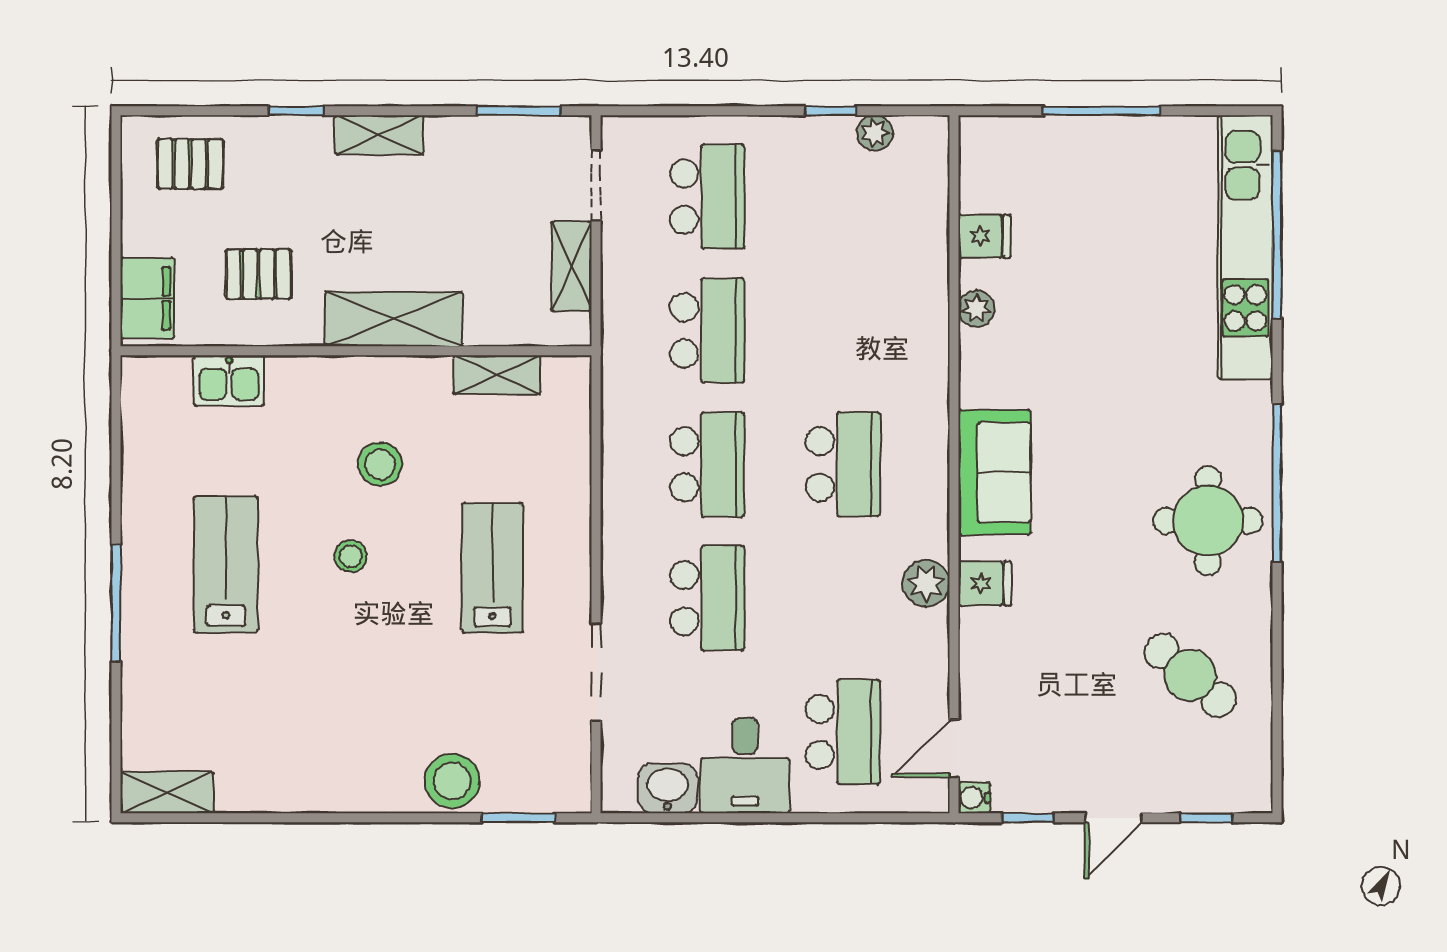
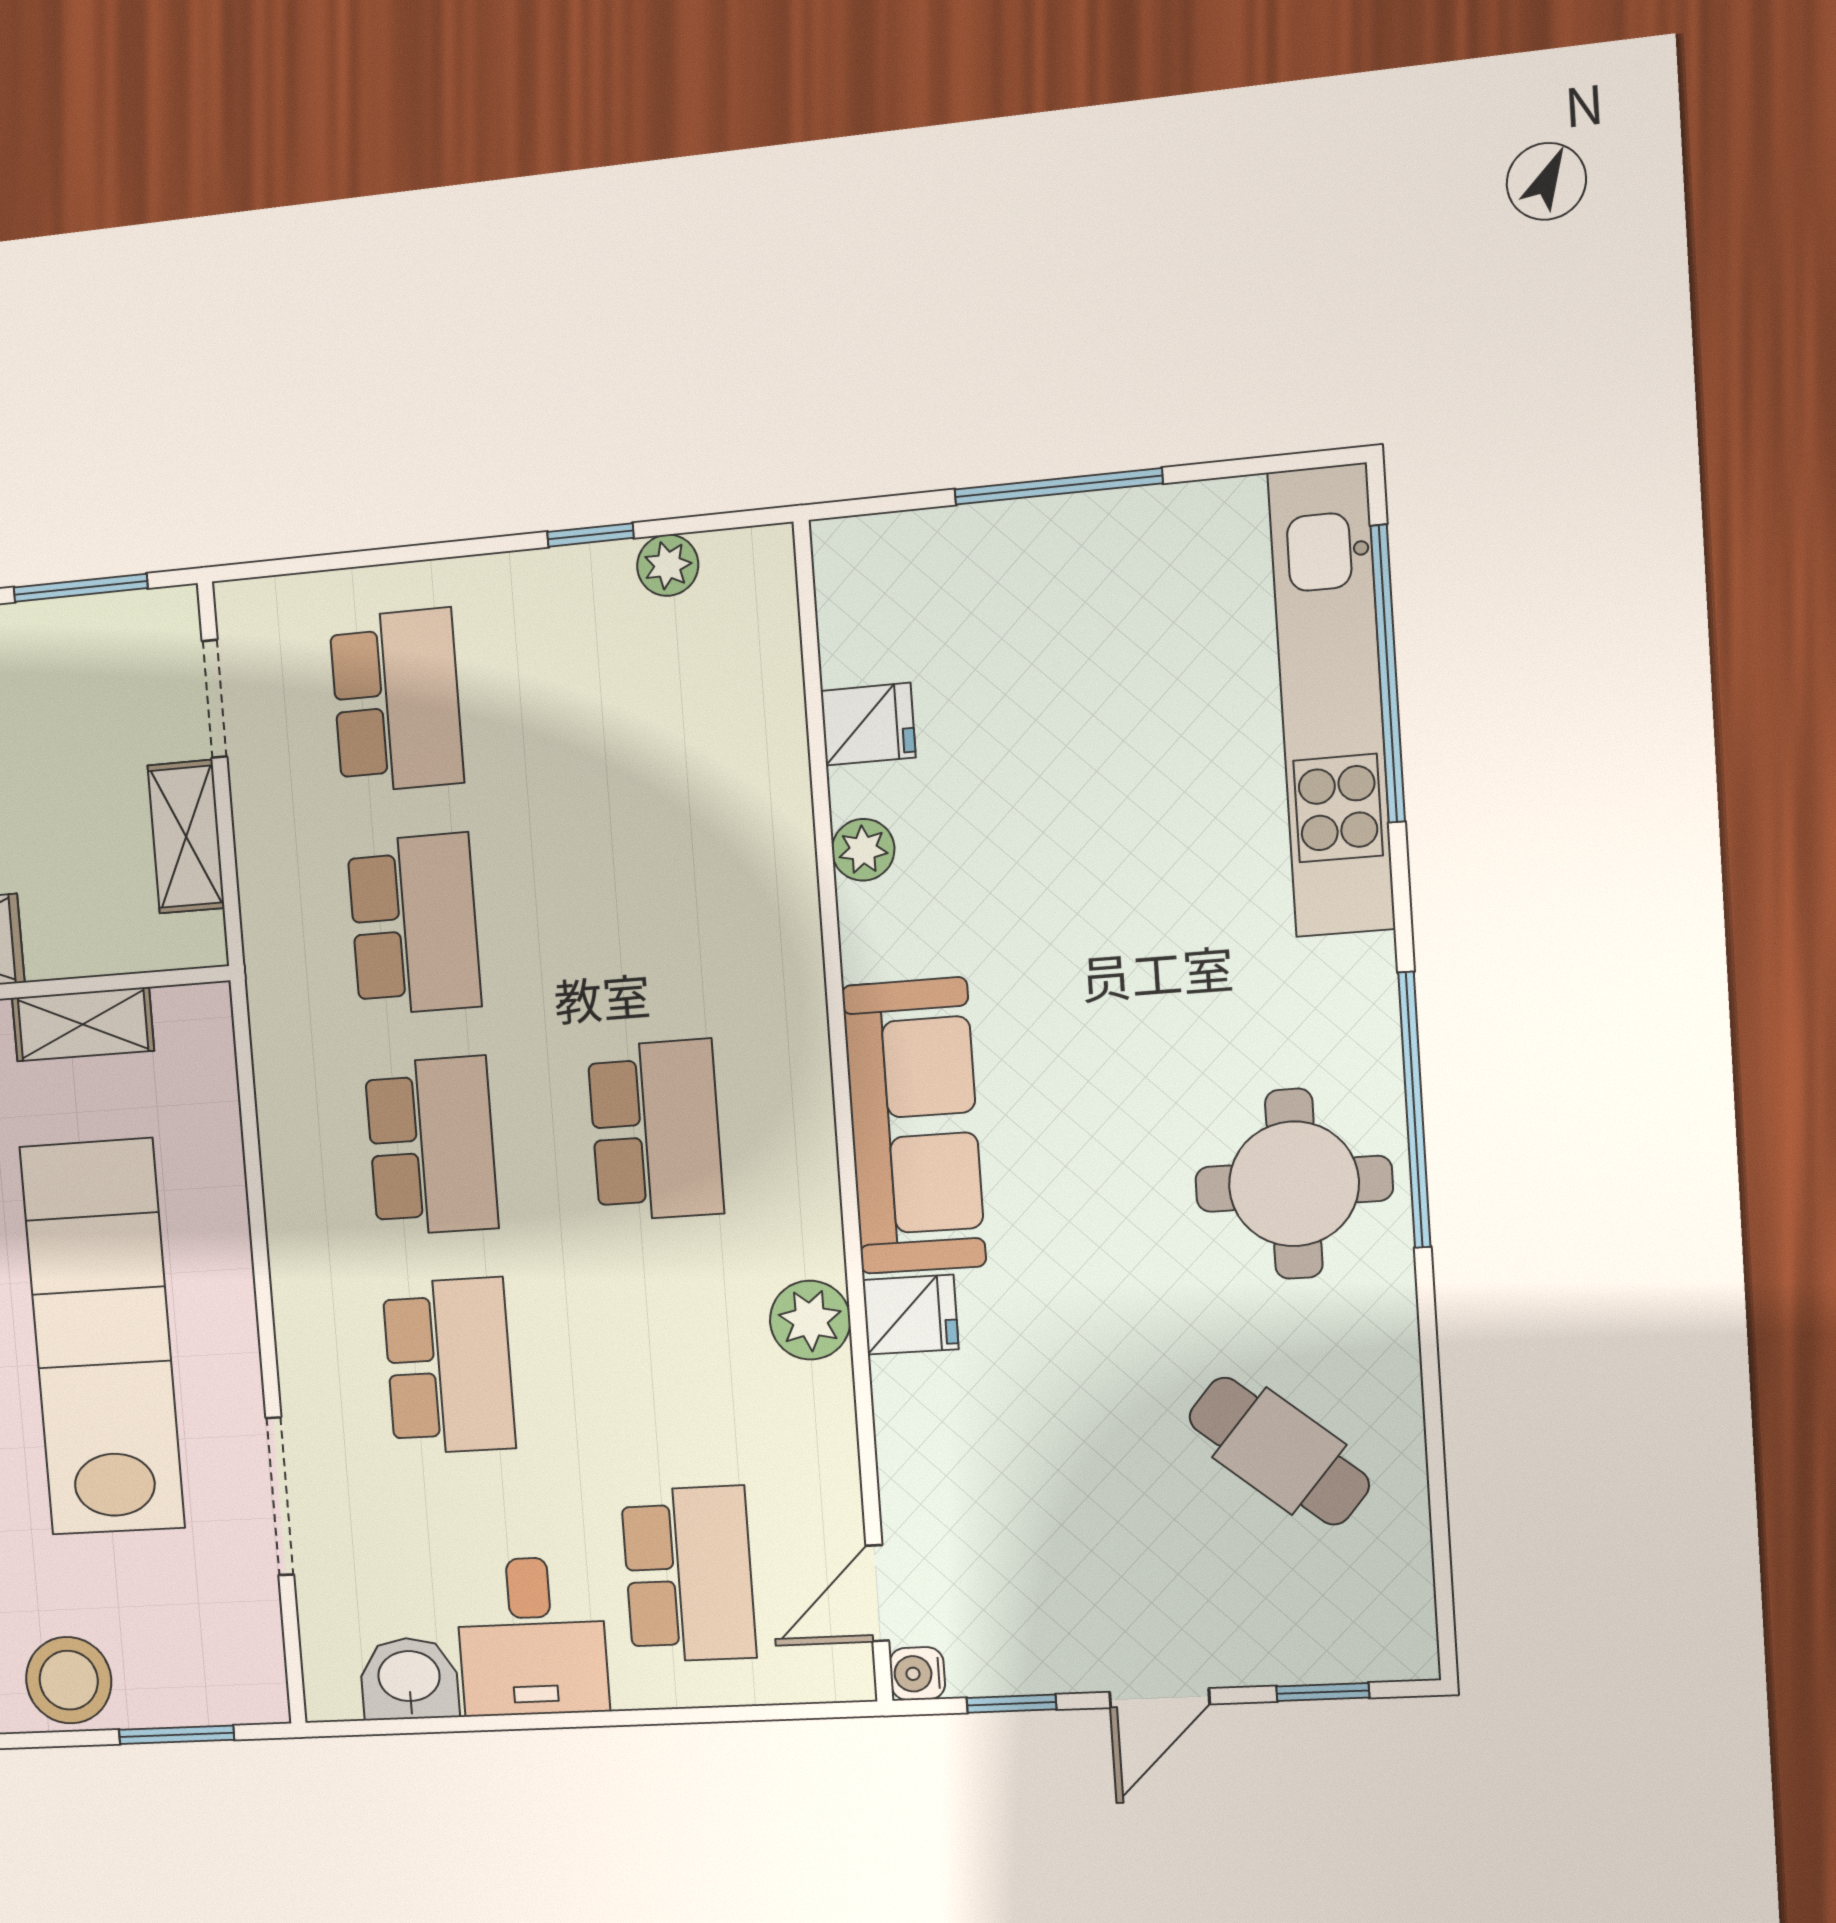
sofa: (995, 472) -> (914, 1126), width x1.36
lab bench: (492, 568) -> (102, 1337), width x1.86, depth x1.39

